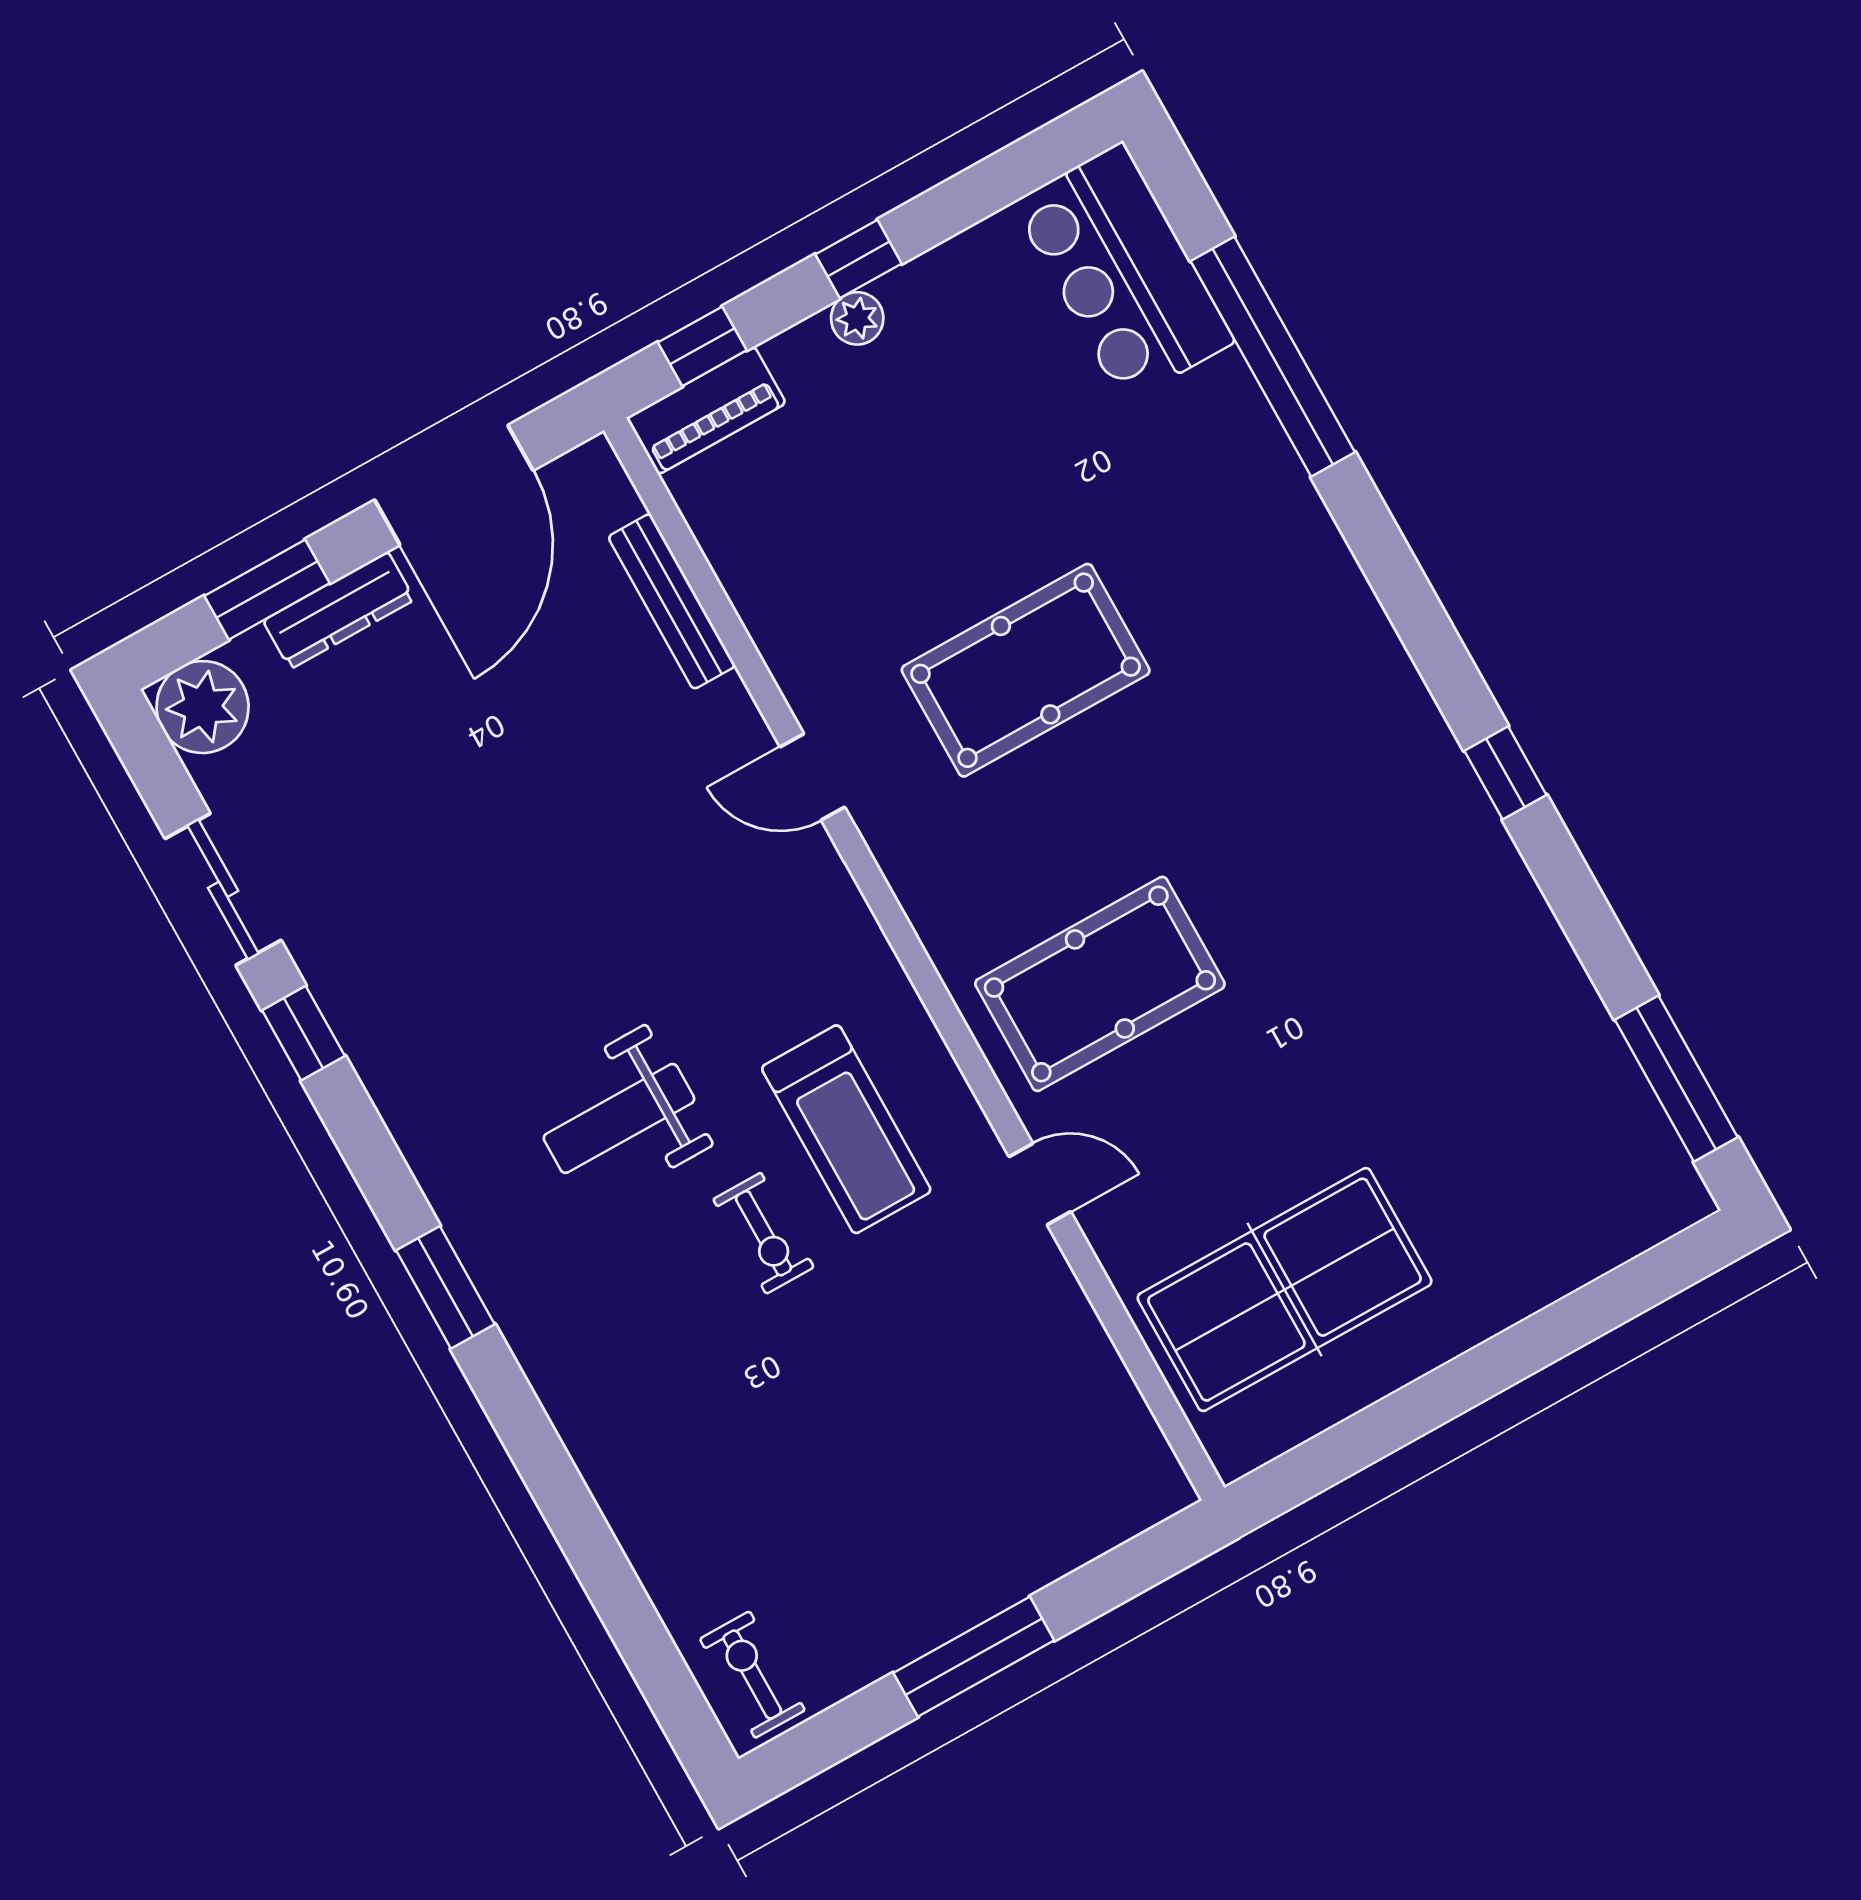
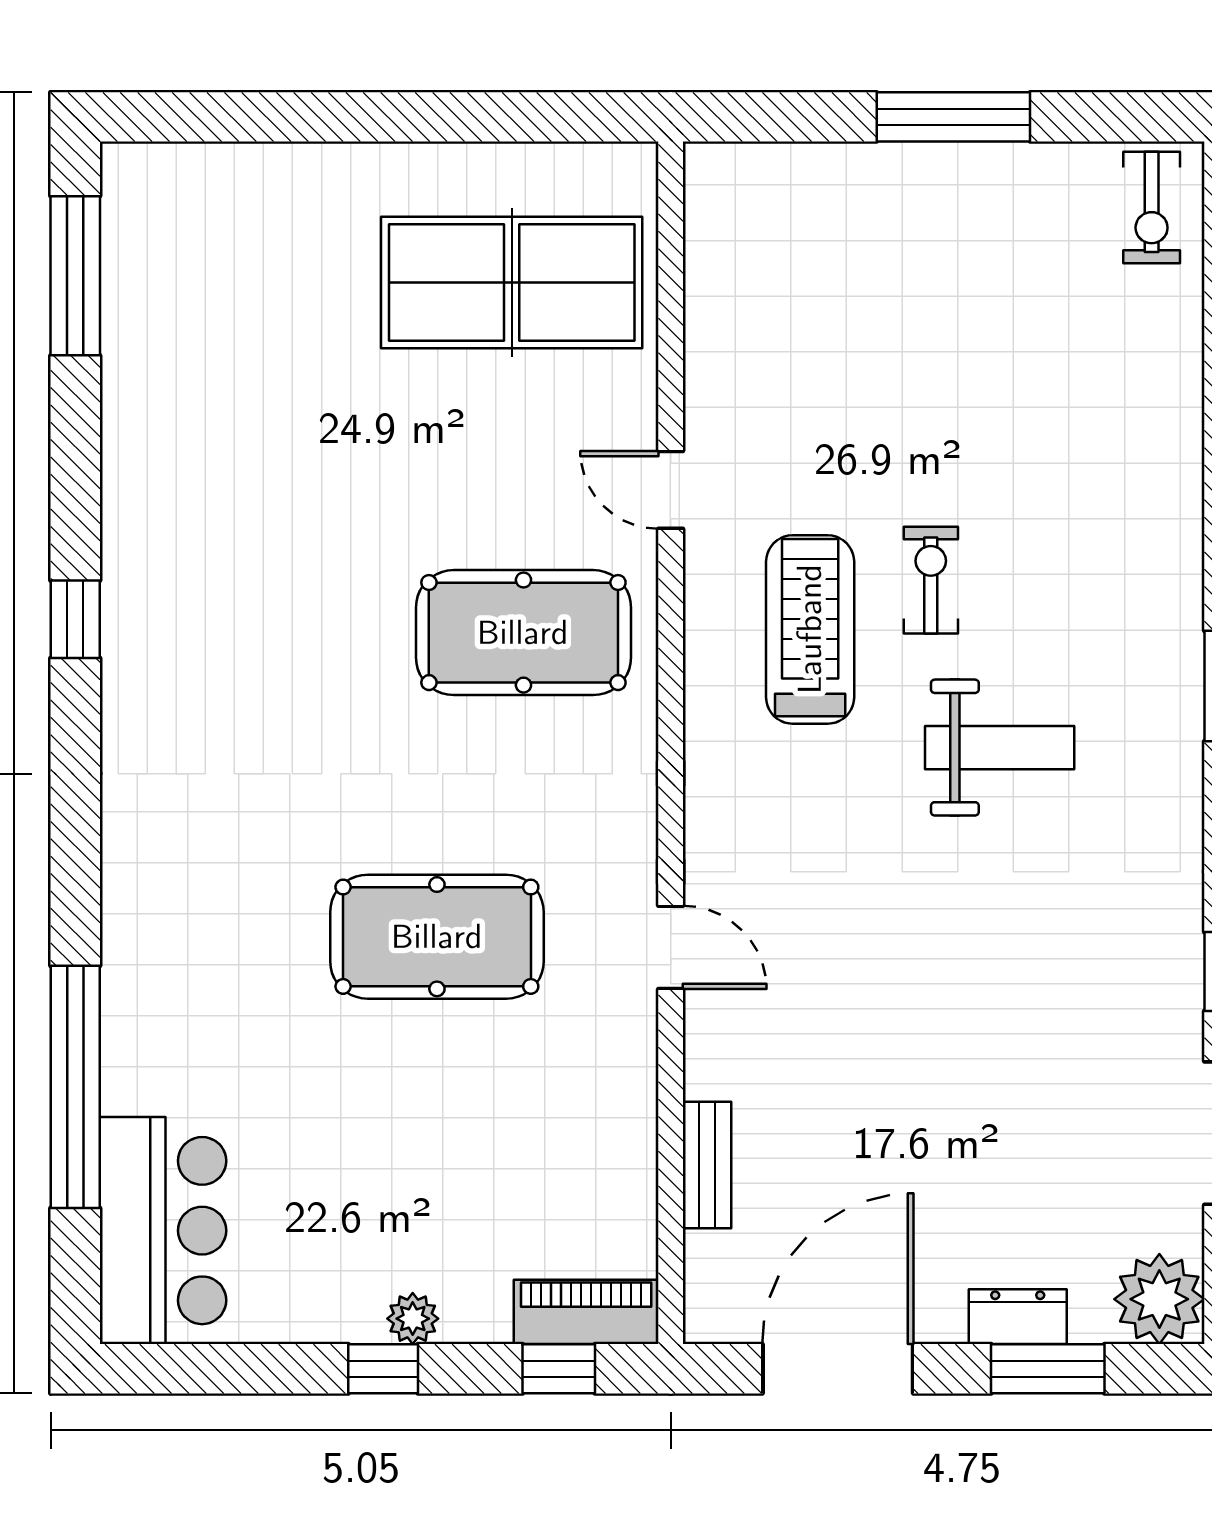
bench: (672, 601) -> (707, 1165), width x0.73
dresser: (339, 610) -> (1018, 1317), width x0.70

